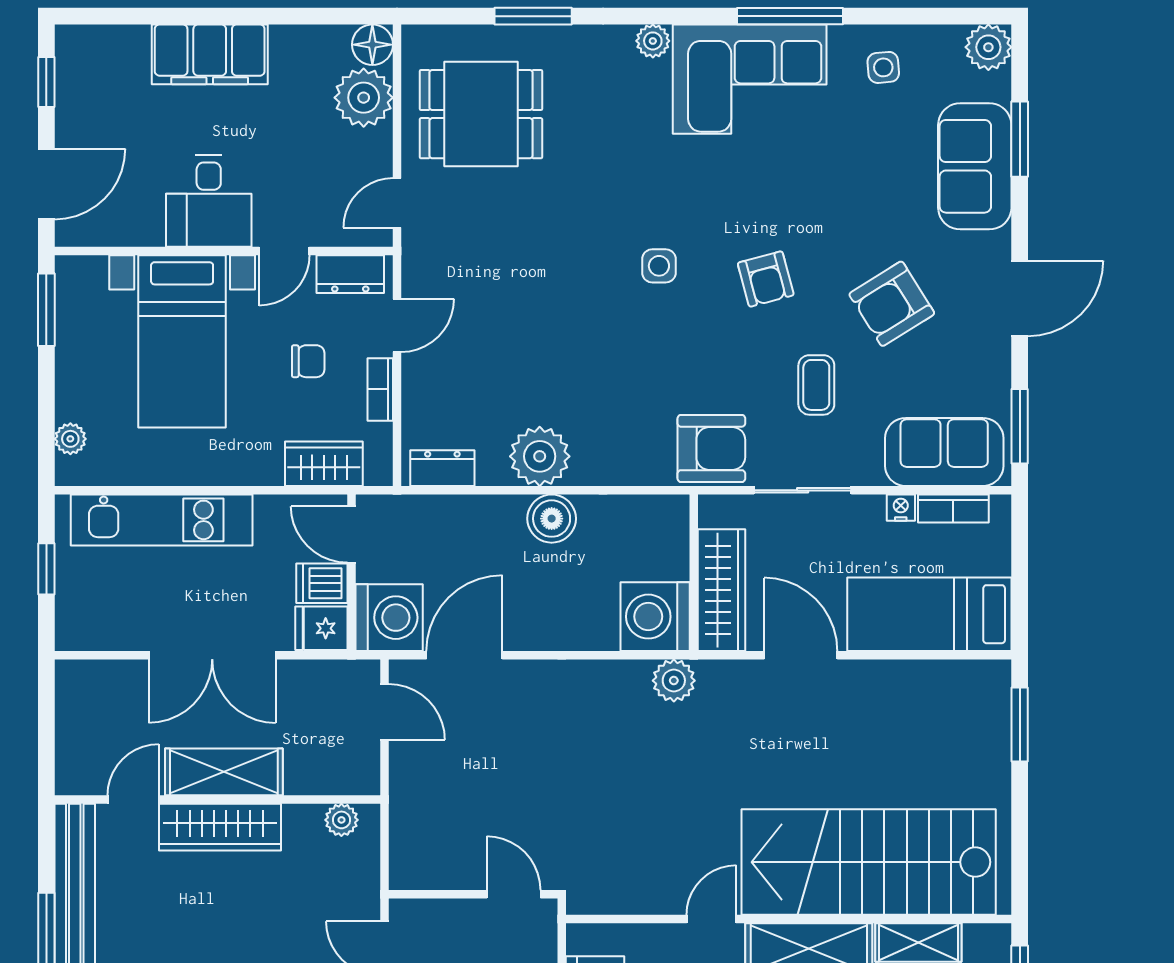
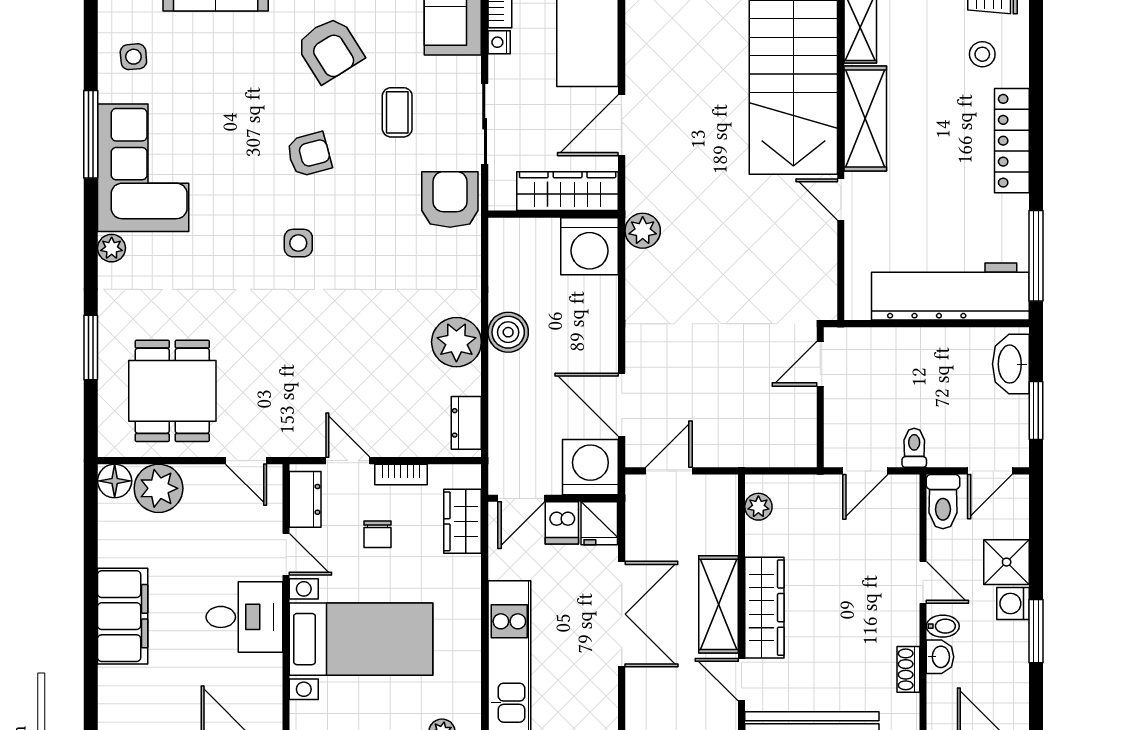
chair: (308, 361) -> (378, 534), turned 180
coffee table: (816, 385) -> (397, 112), turned 90

